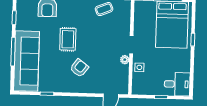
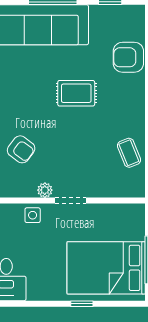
armchair: (79, 68) -> (21, 149), moved

